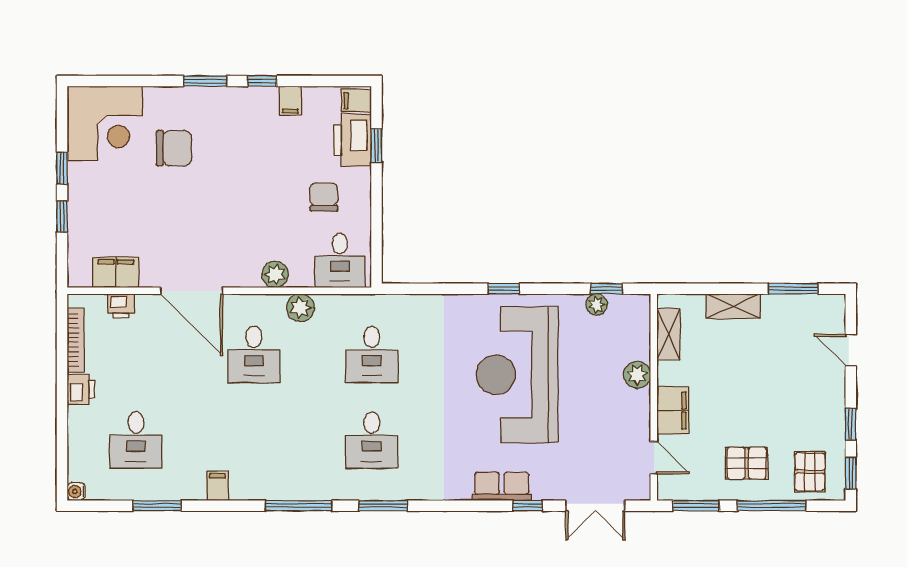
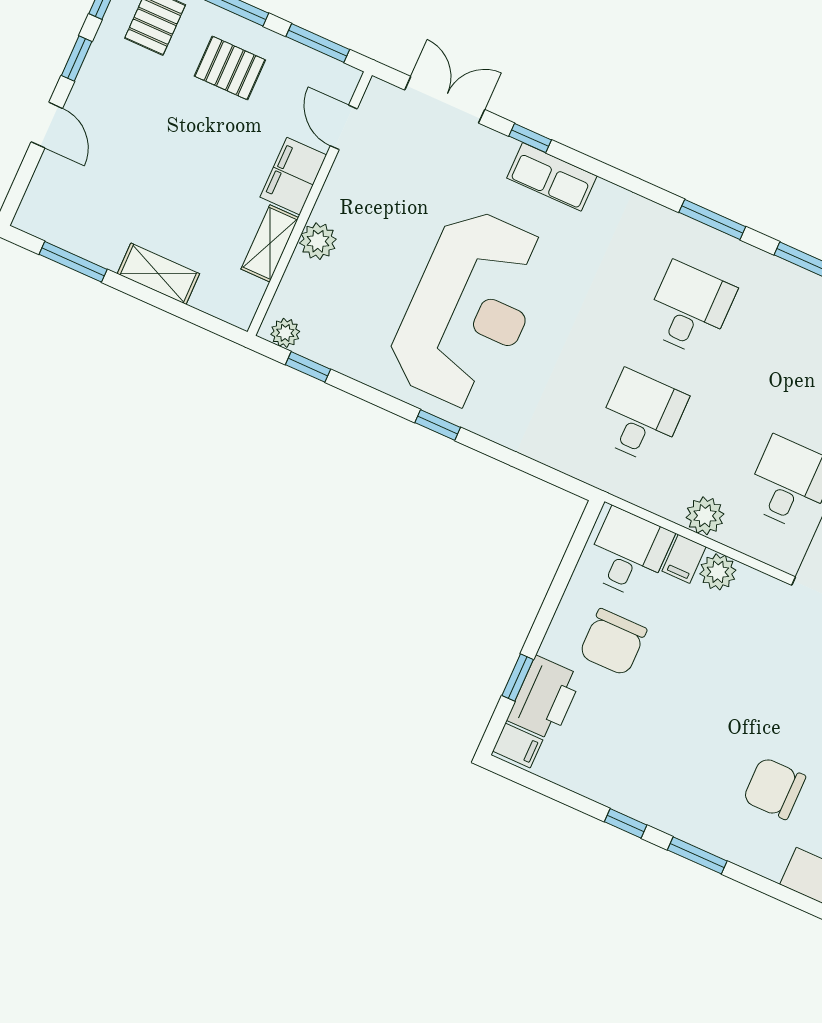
filing cabinet: (290, 101) -> (684, 559), moved, turned 180
chair: (324, 197) -> (613, 642), width x1.37, depth x1.37
plant: (597, 305) -> (285, 333), moved
shelving: (668, 334) -> (270, 243), moved
door: (851, 350) -> (47, 125), moved

